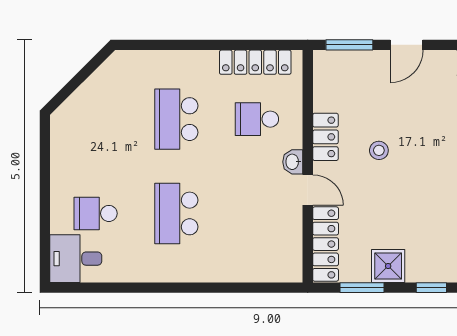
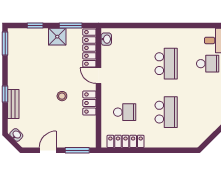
washbasin: (293, 162) -> (106, 39), moved

